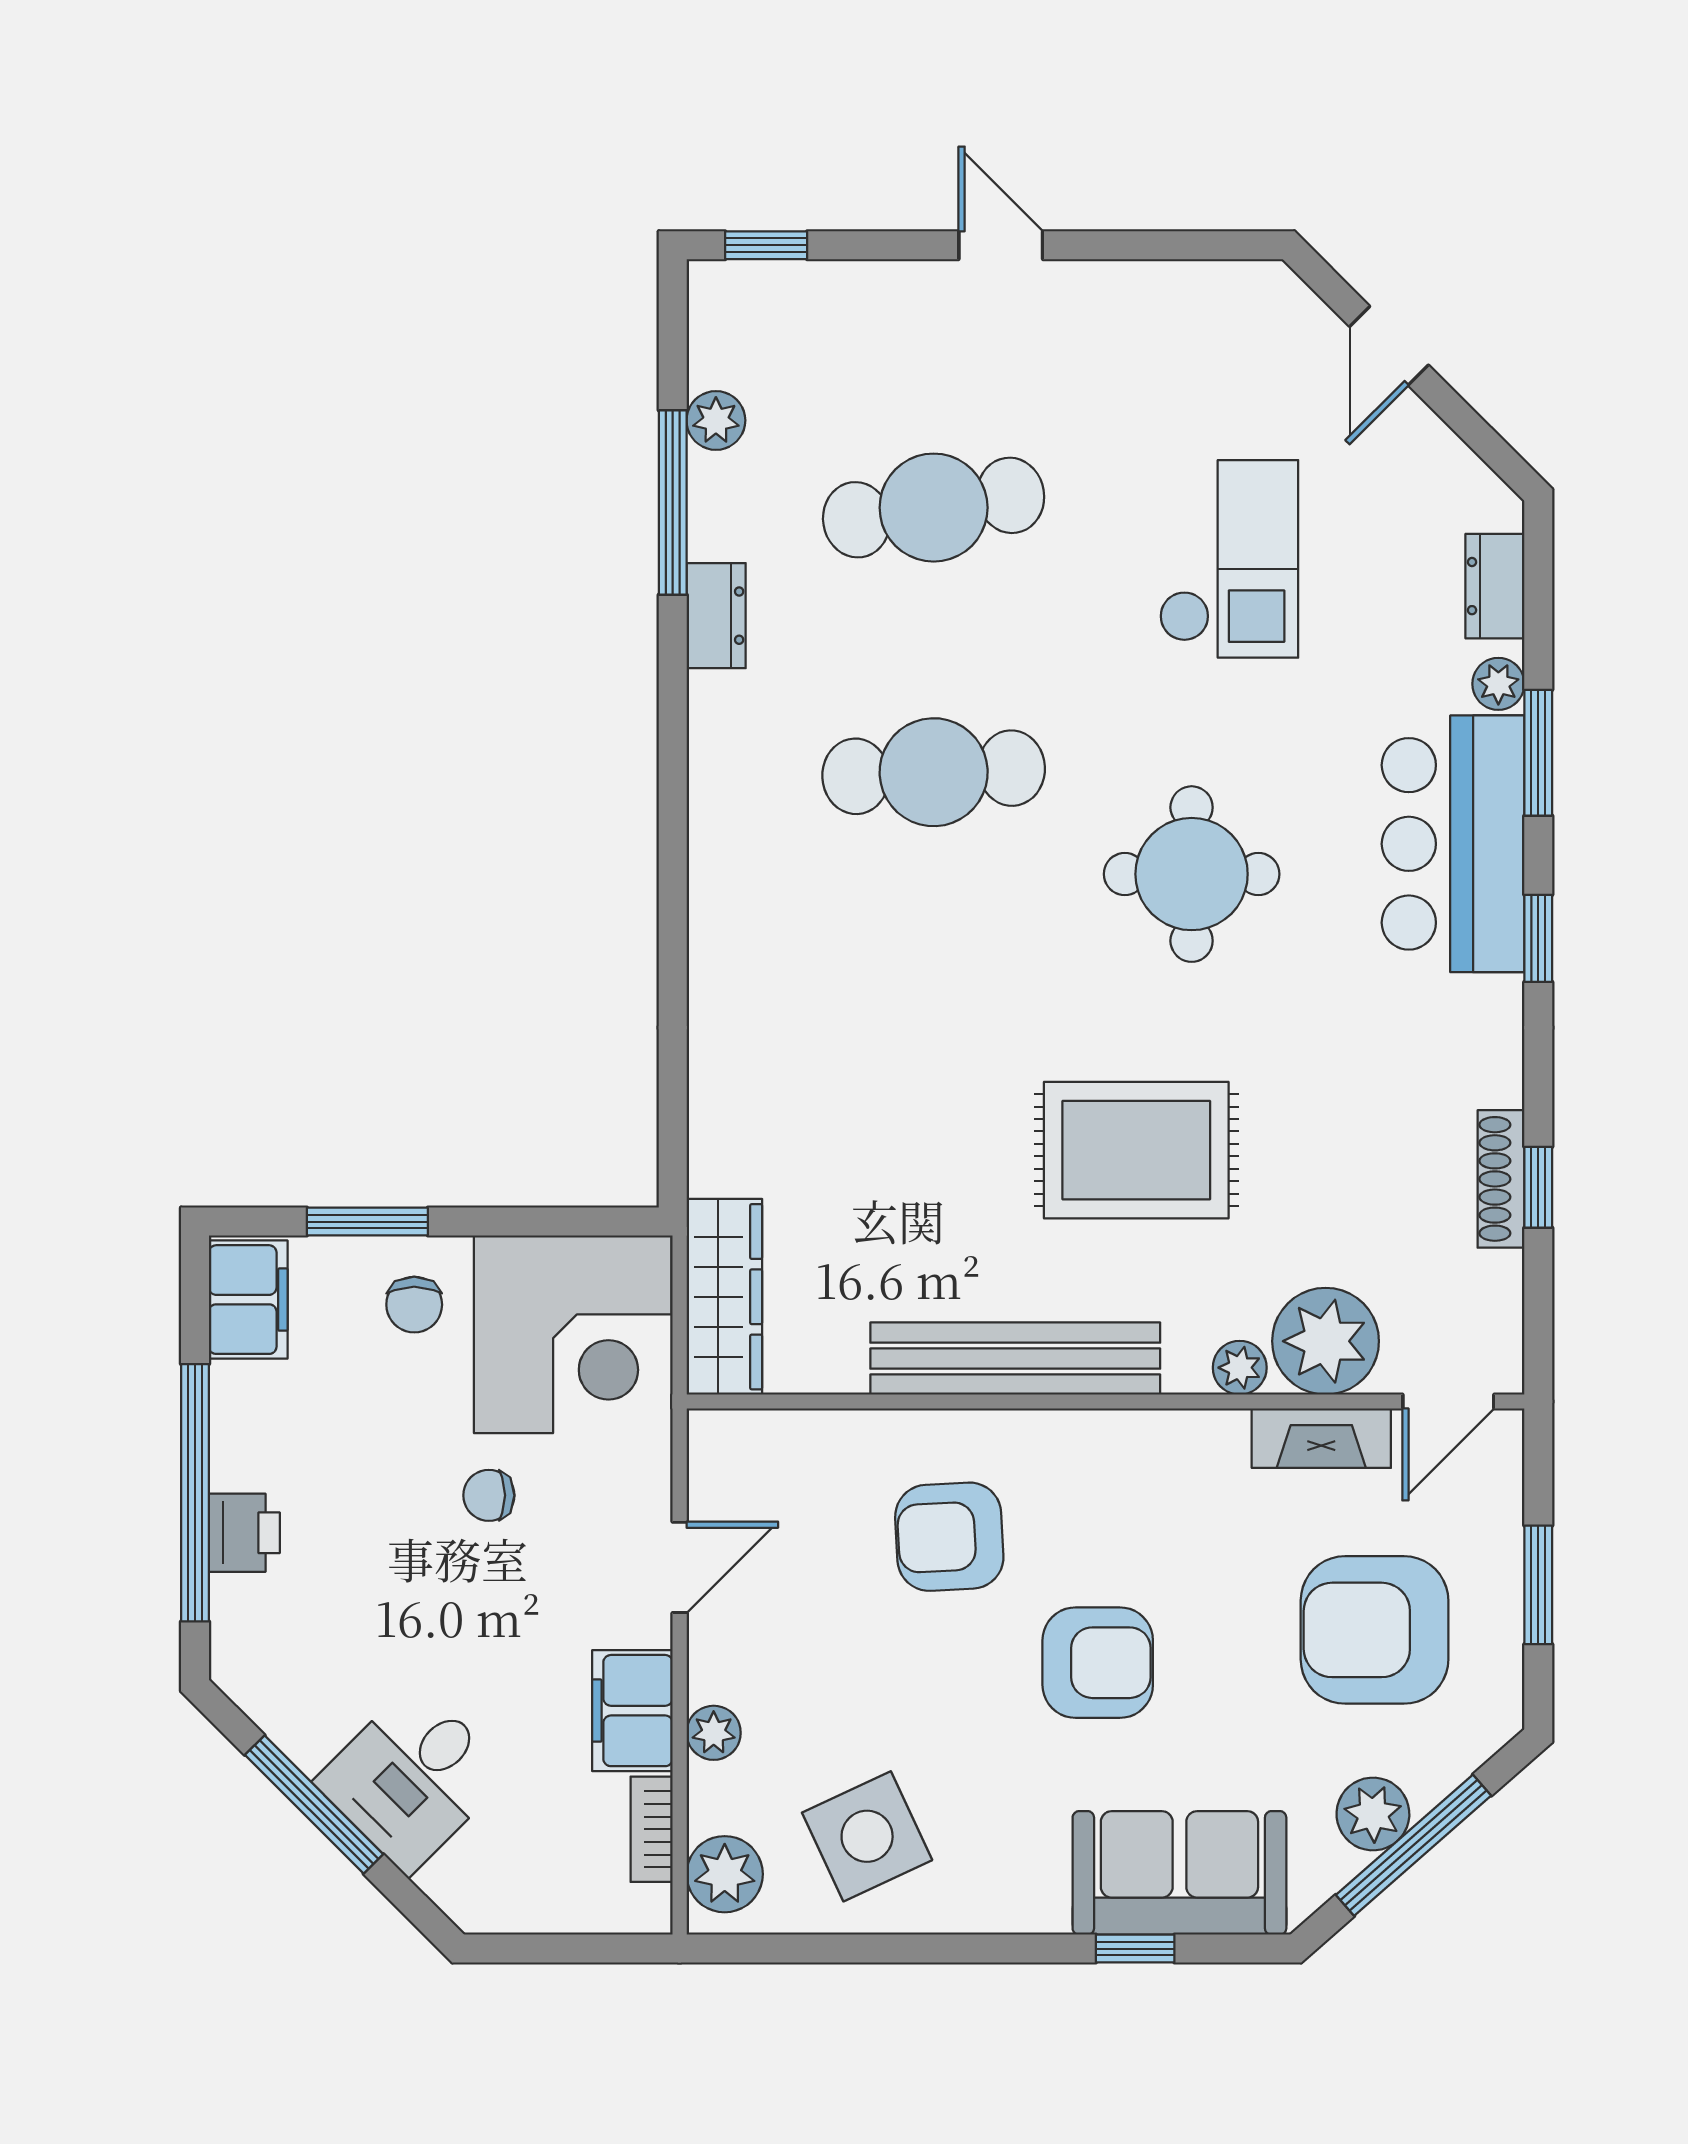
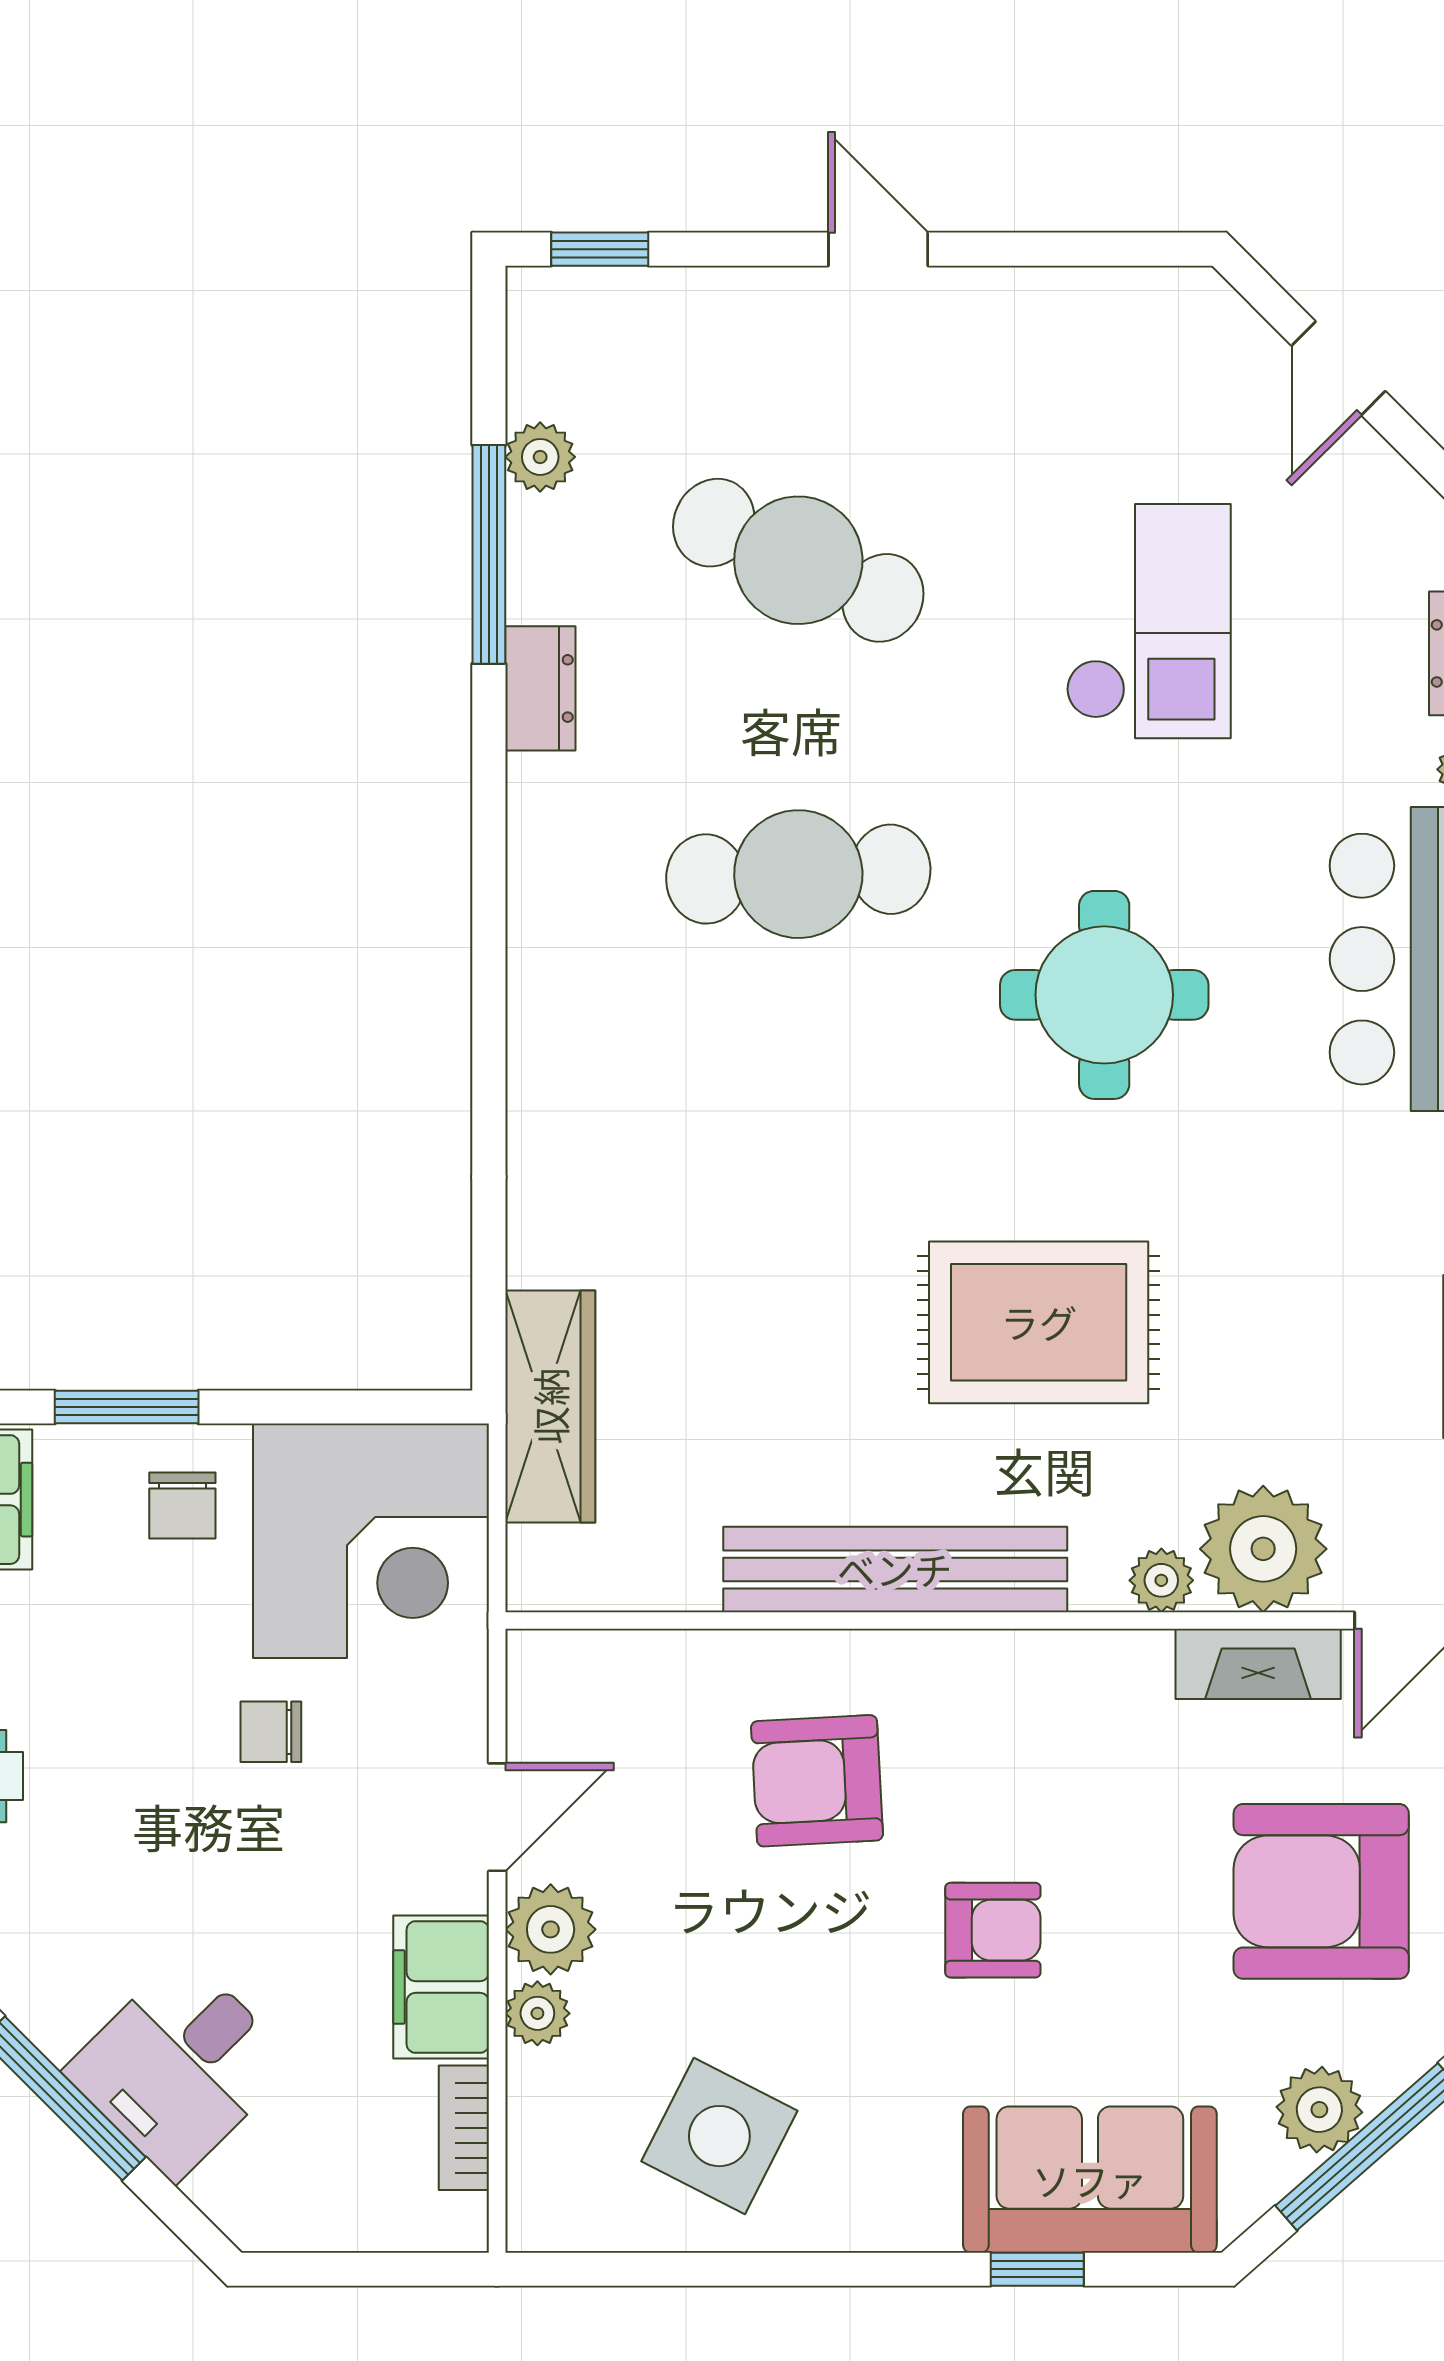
cafe table: (934, 508) -> (798, 560), turned 33
wardrobe: (724, 1297) -> (550, 1406), moved
armchair: (1098, 1663) -> (993, 1930), width x0.72, depth x0.72
side table: (867, 1836) -> (719, 2136), turned -38
plant: (725, 1874) -> (551, 1929), moved

